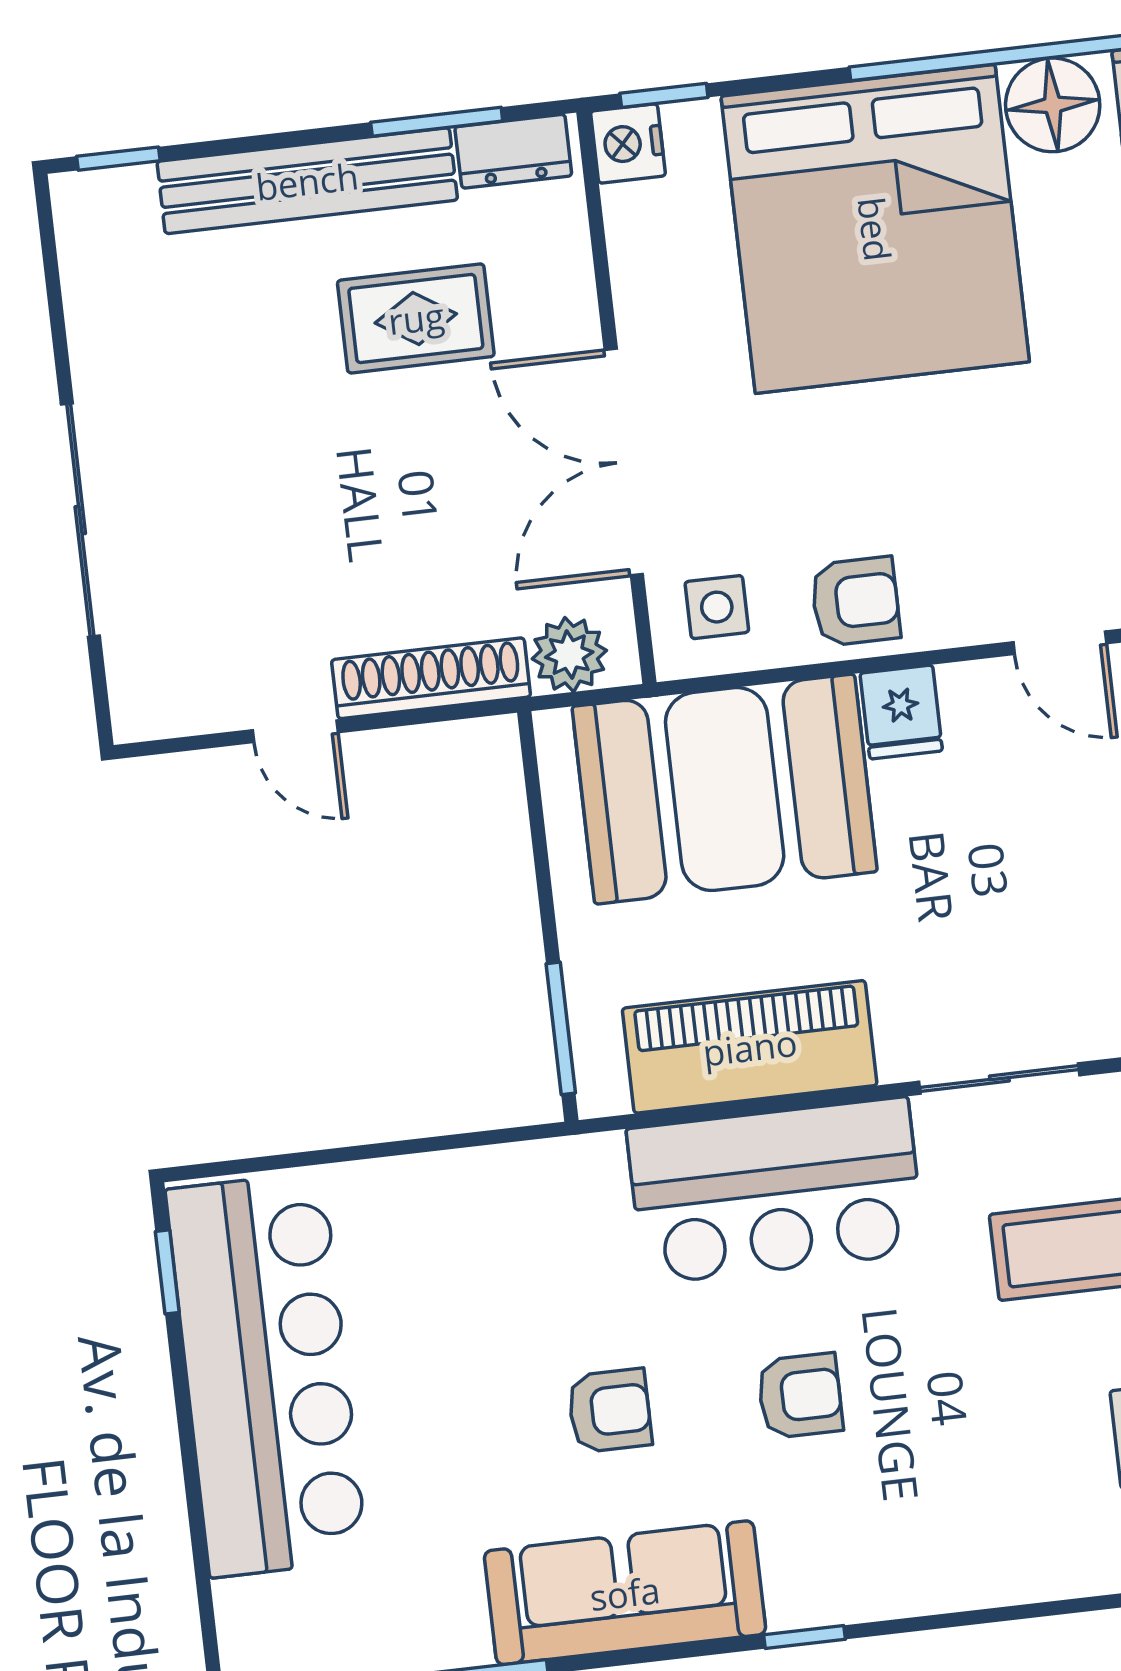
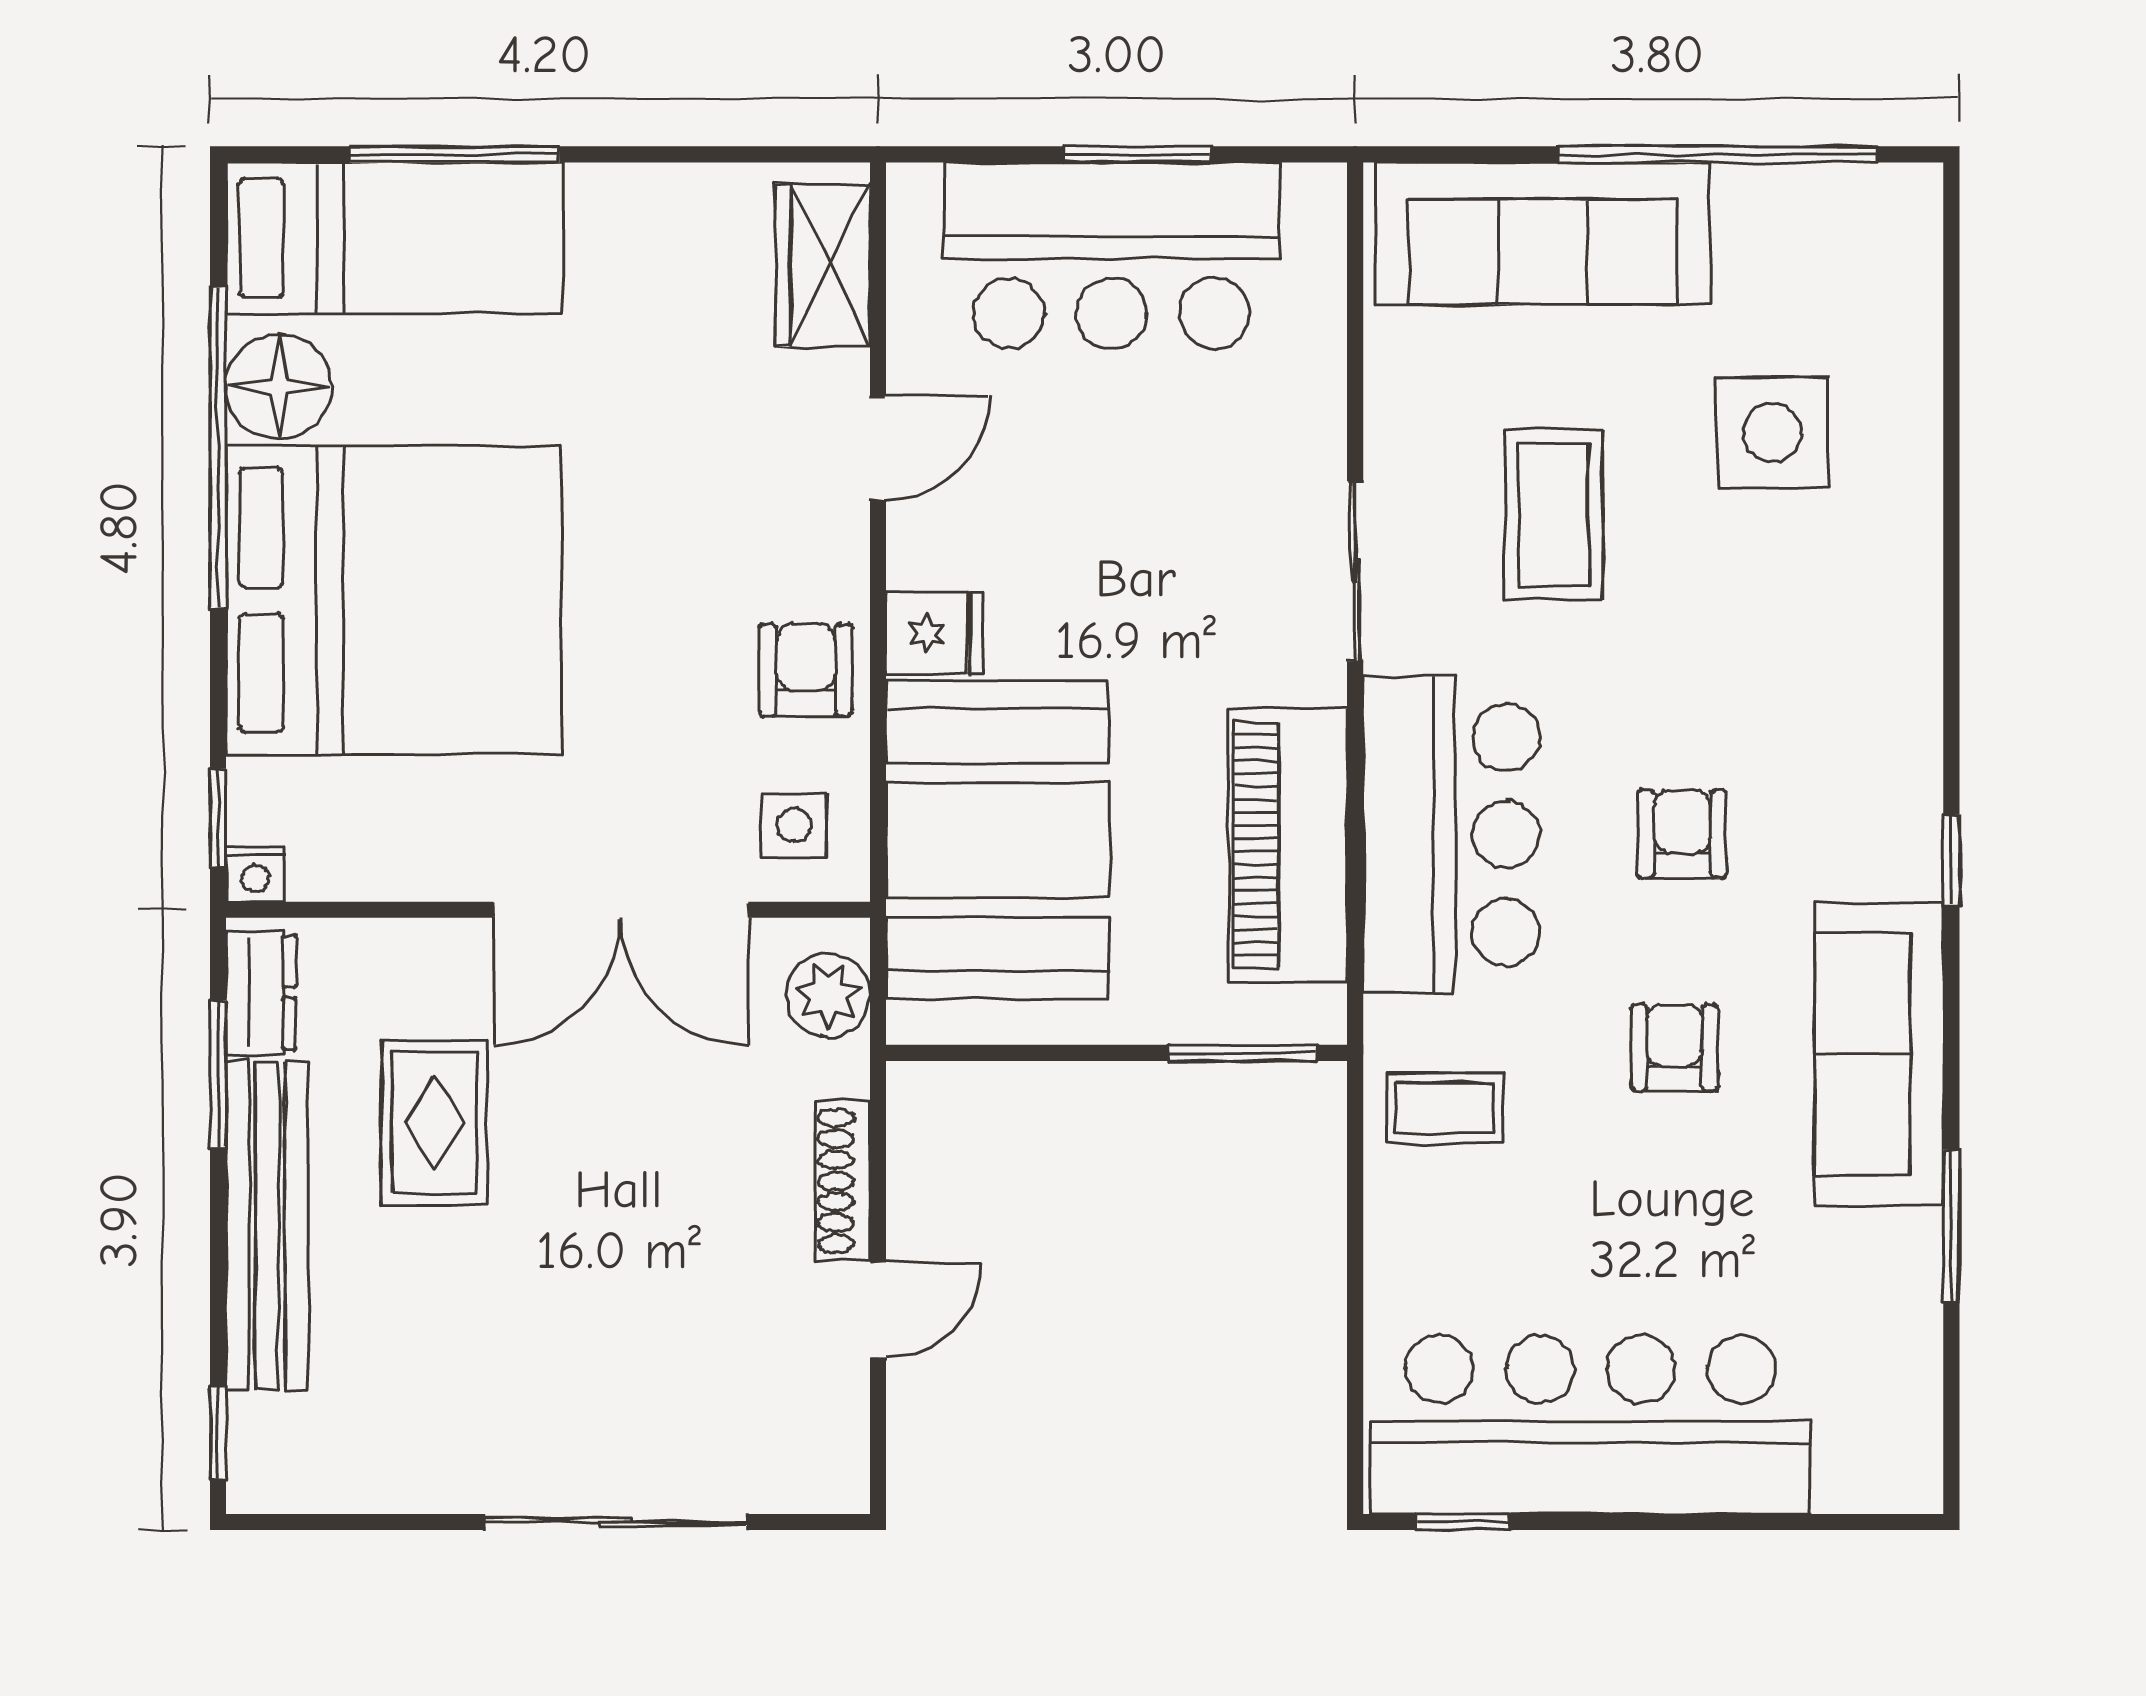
nightstand: (628, 143) -> (255, 874), width x0.72, depth x0.74
shoe rack: (431, 678) -> (843, 1181), width x0.74, depth x0.81
coffee table: (533, 1213) -> (1445, 1108), added

